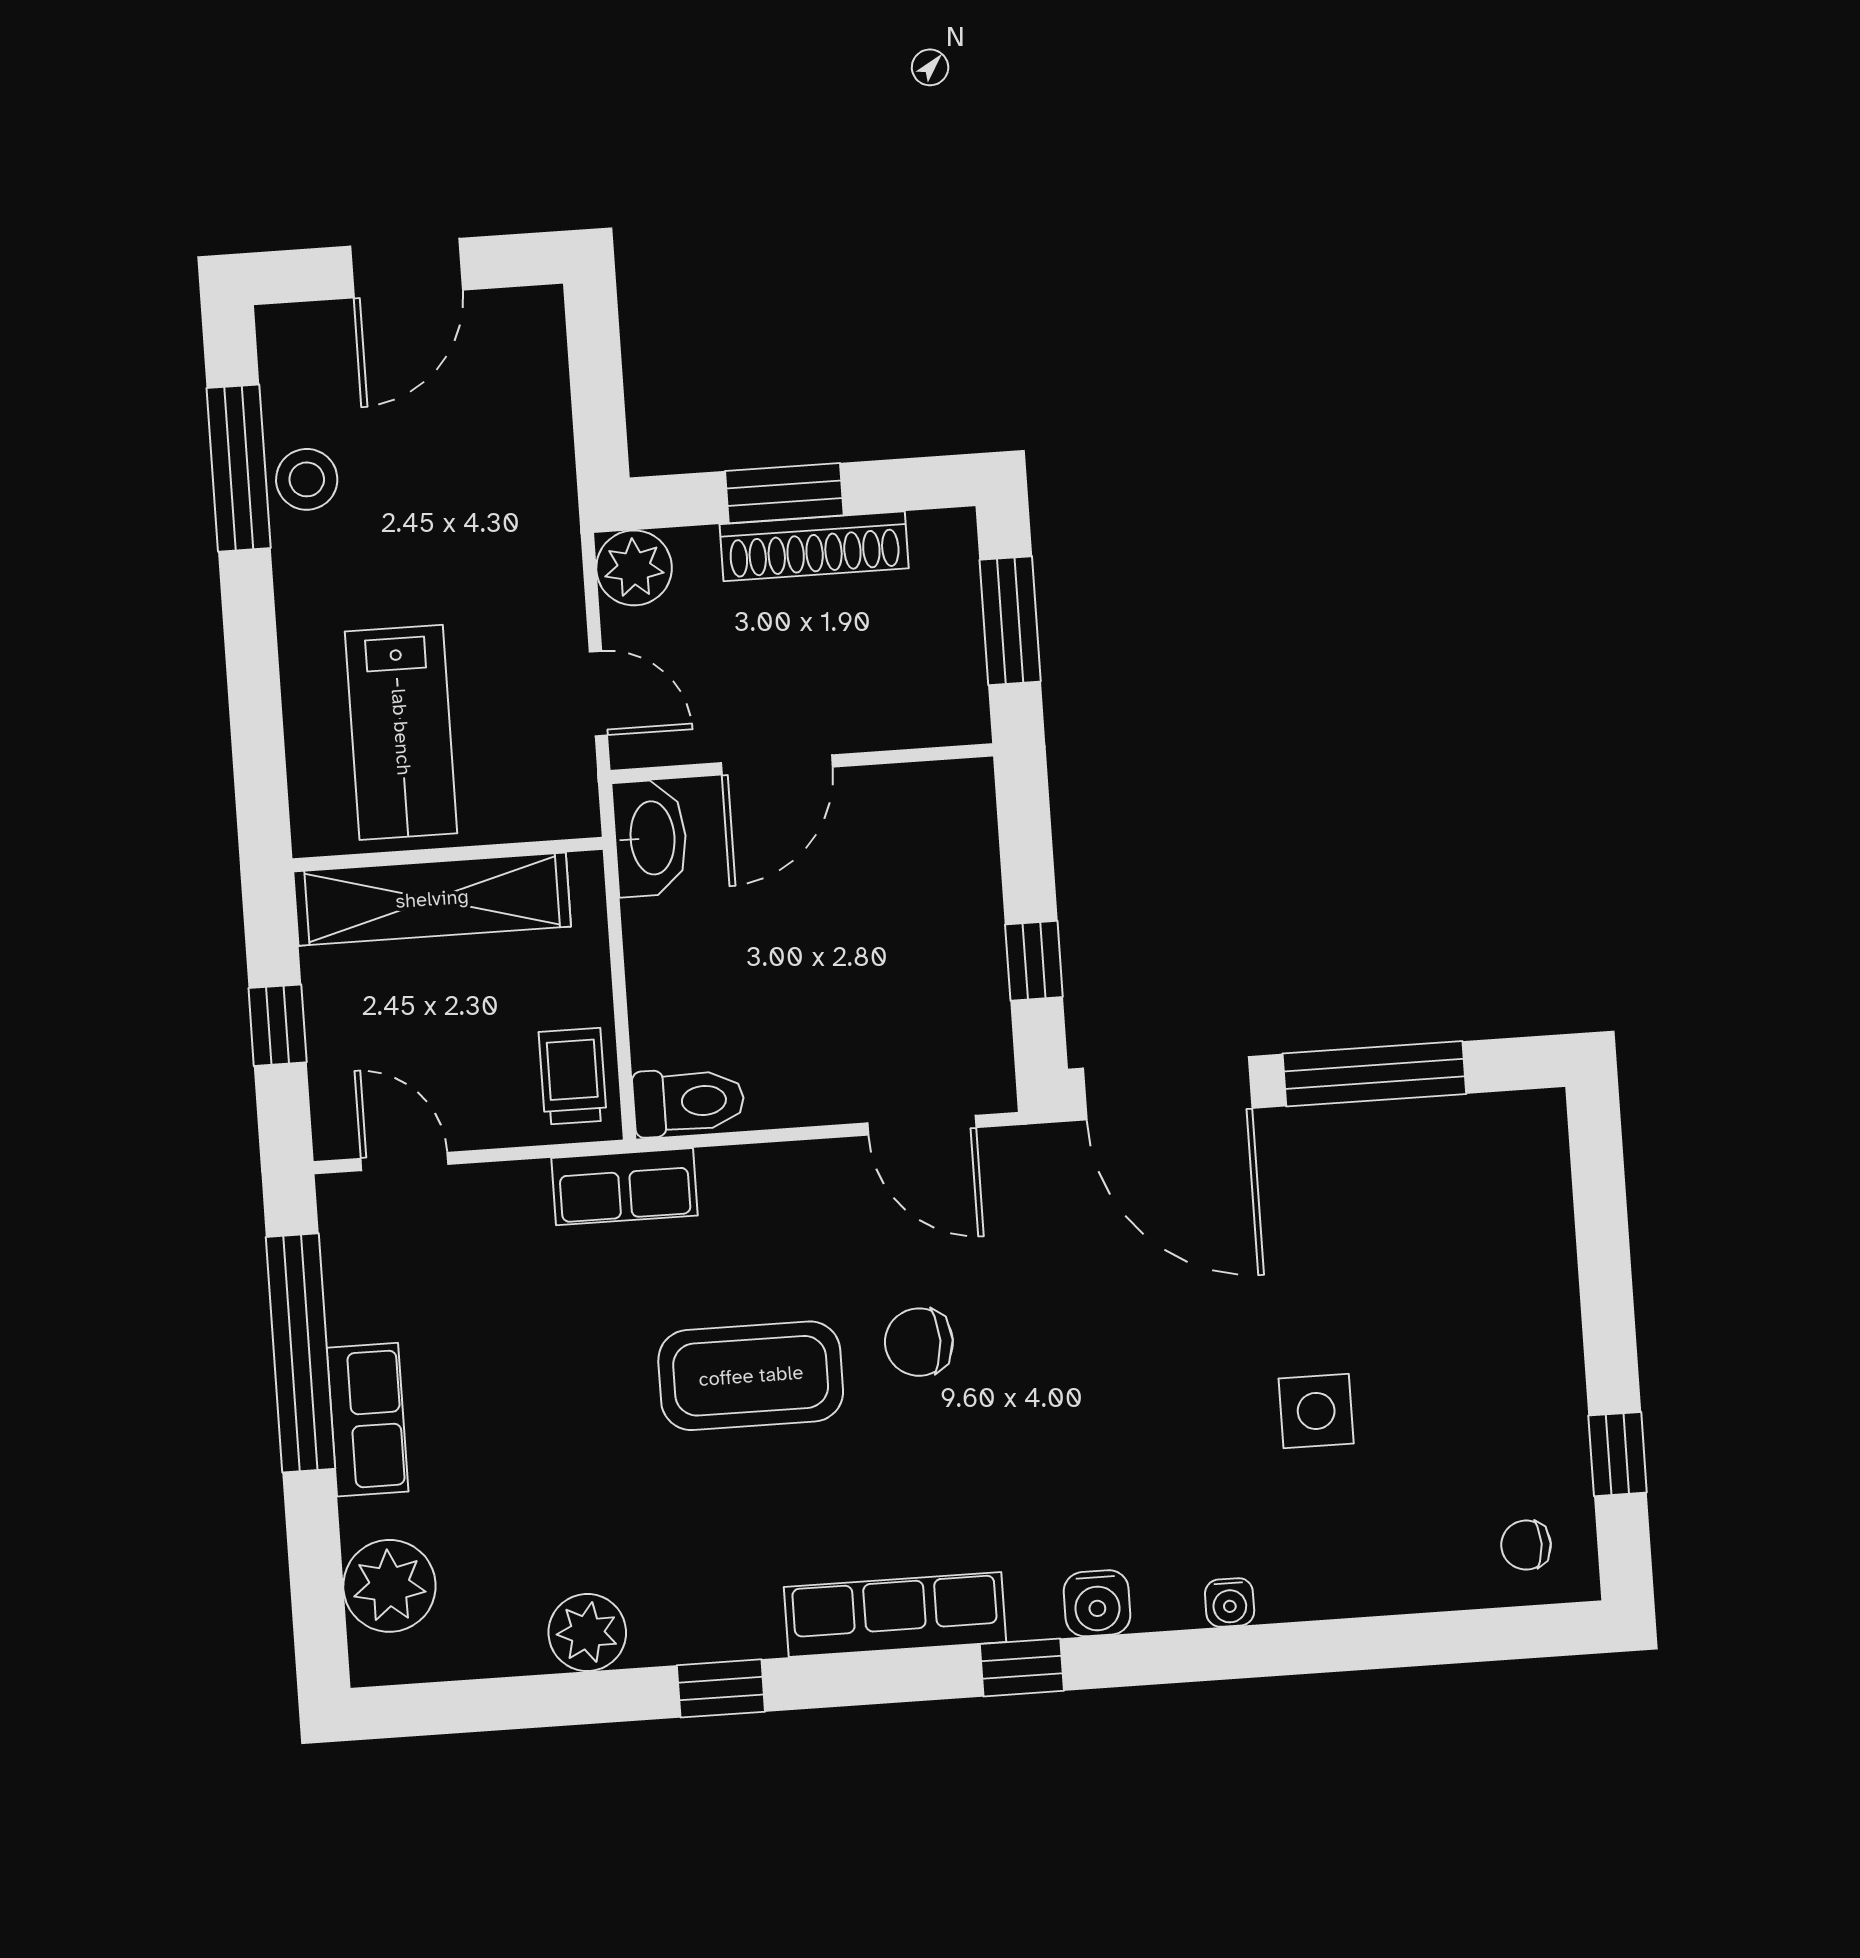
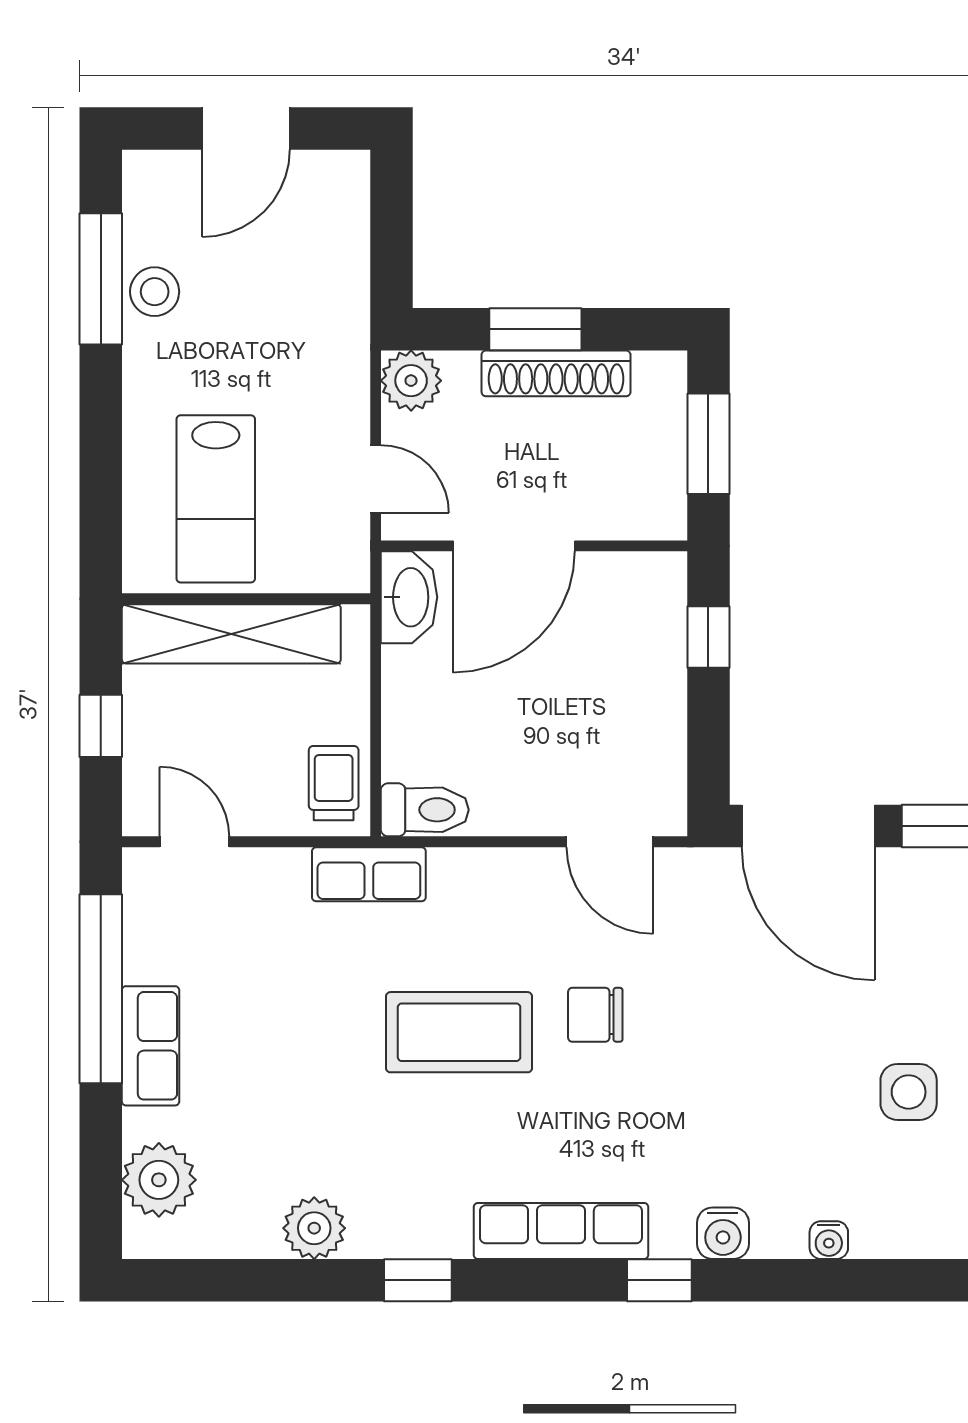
door: (777, 765) -> (514, 546), width x1.36
window: (1034, 961) -> (708, 637), moved

